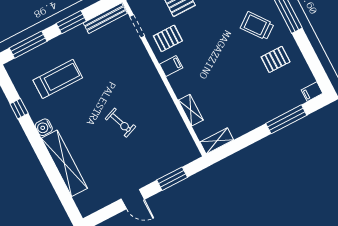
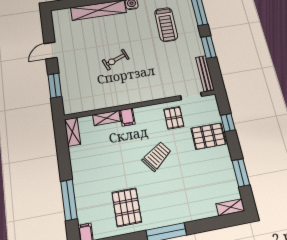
trolley: (257, 26) -> (157, 156), moved
pallet: (276, 59) -> (127, 207), width x1.50, depth x1.42
filing cabinet: (171, 66) -> (127, 117), moved

